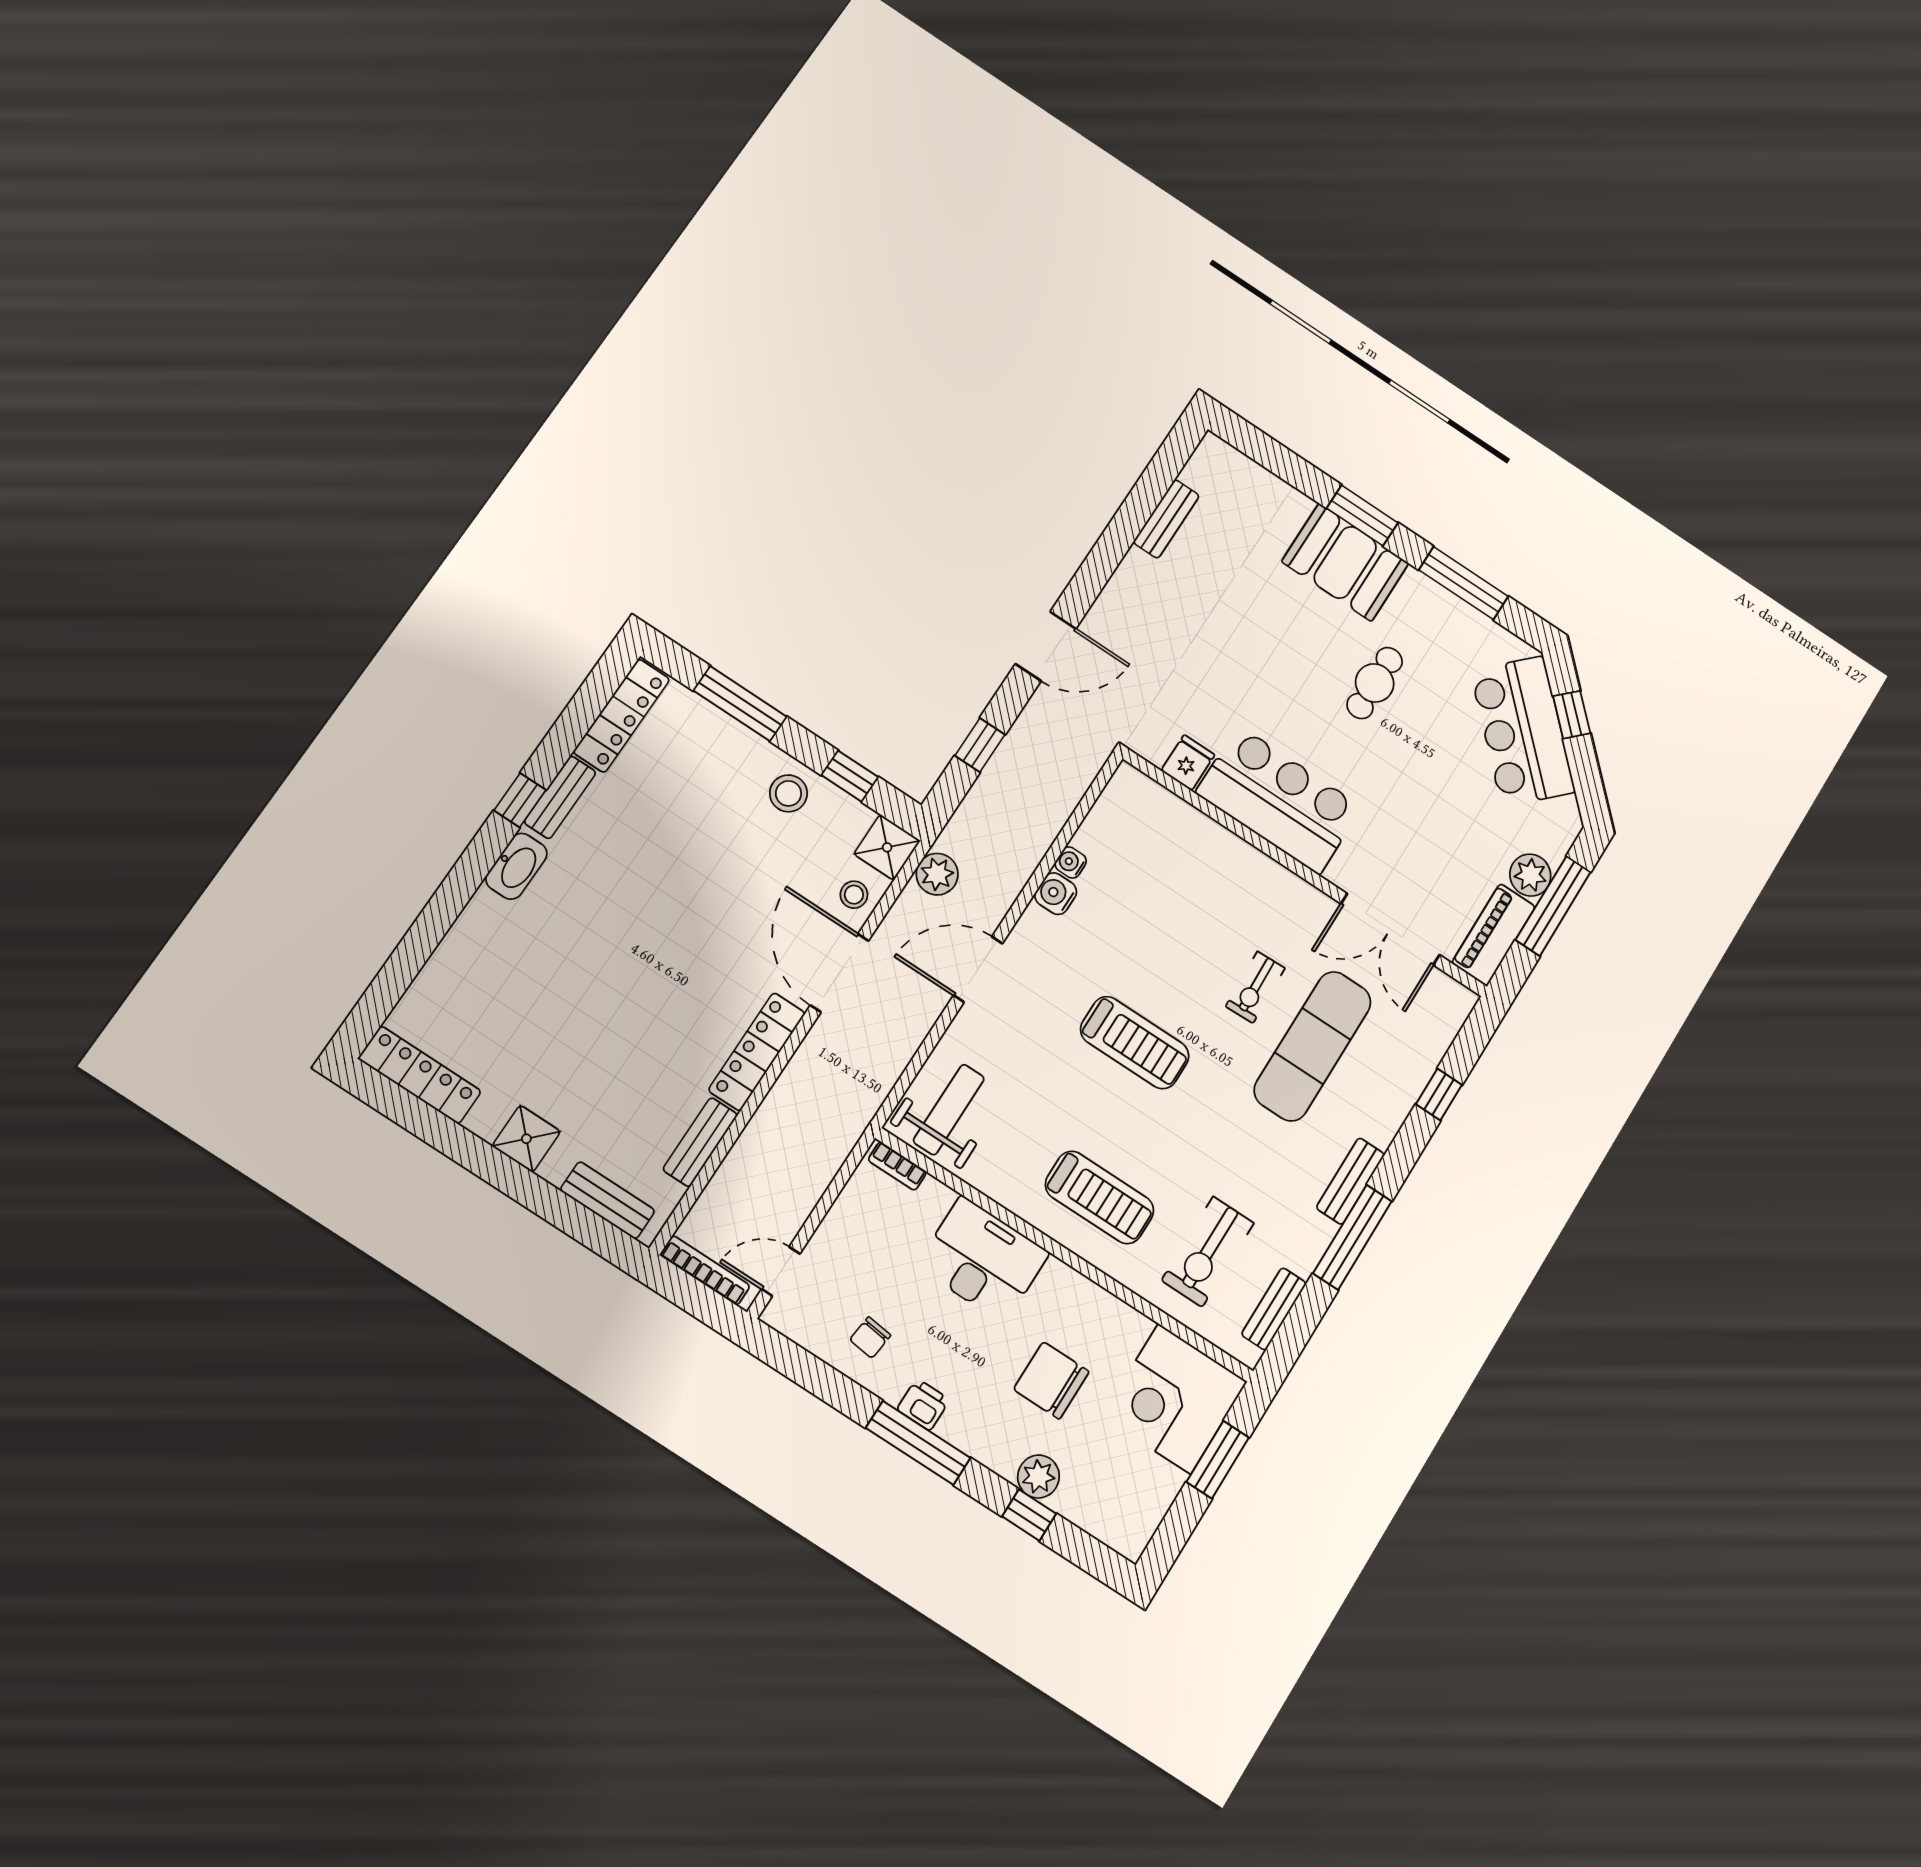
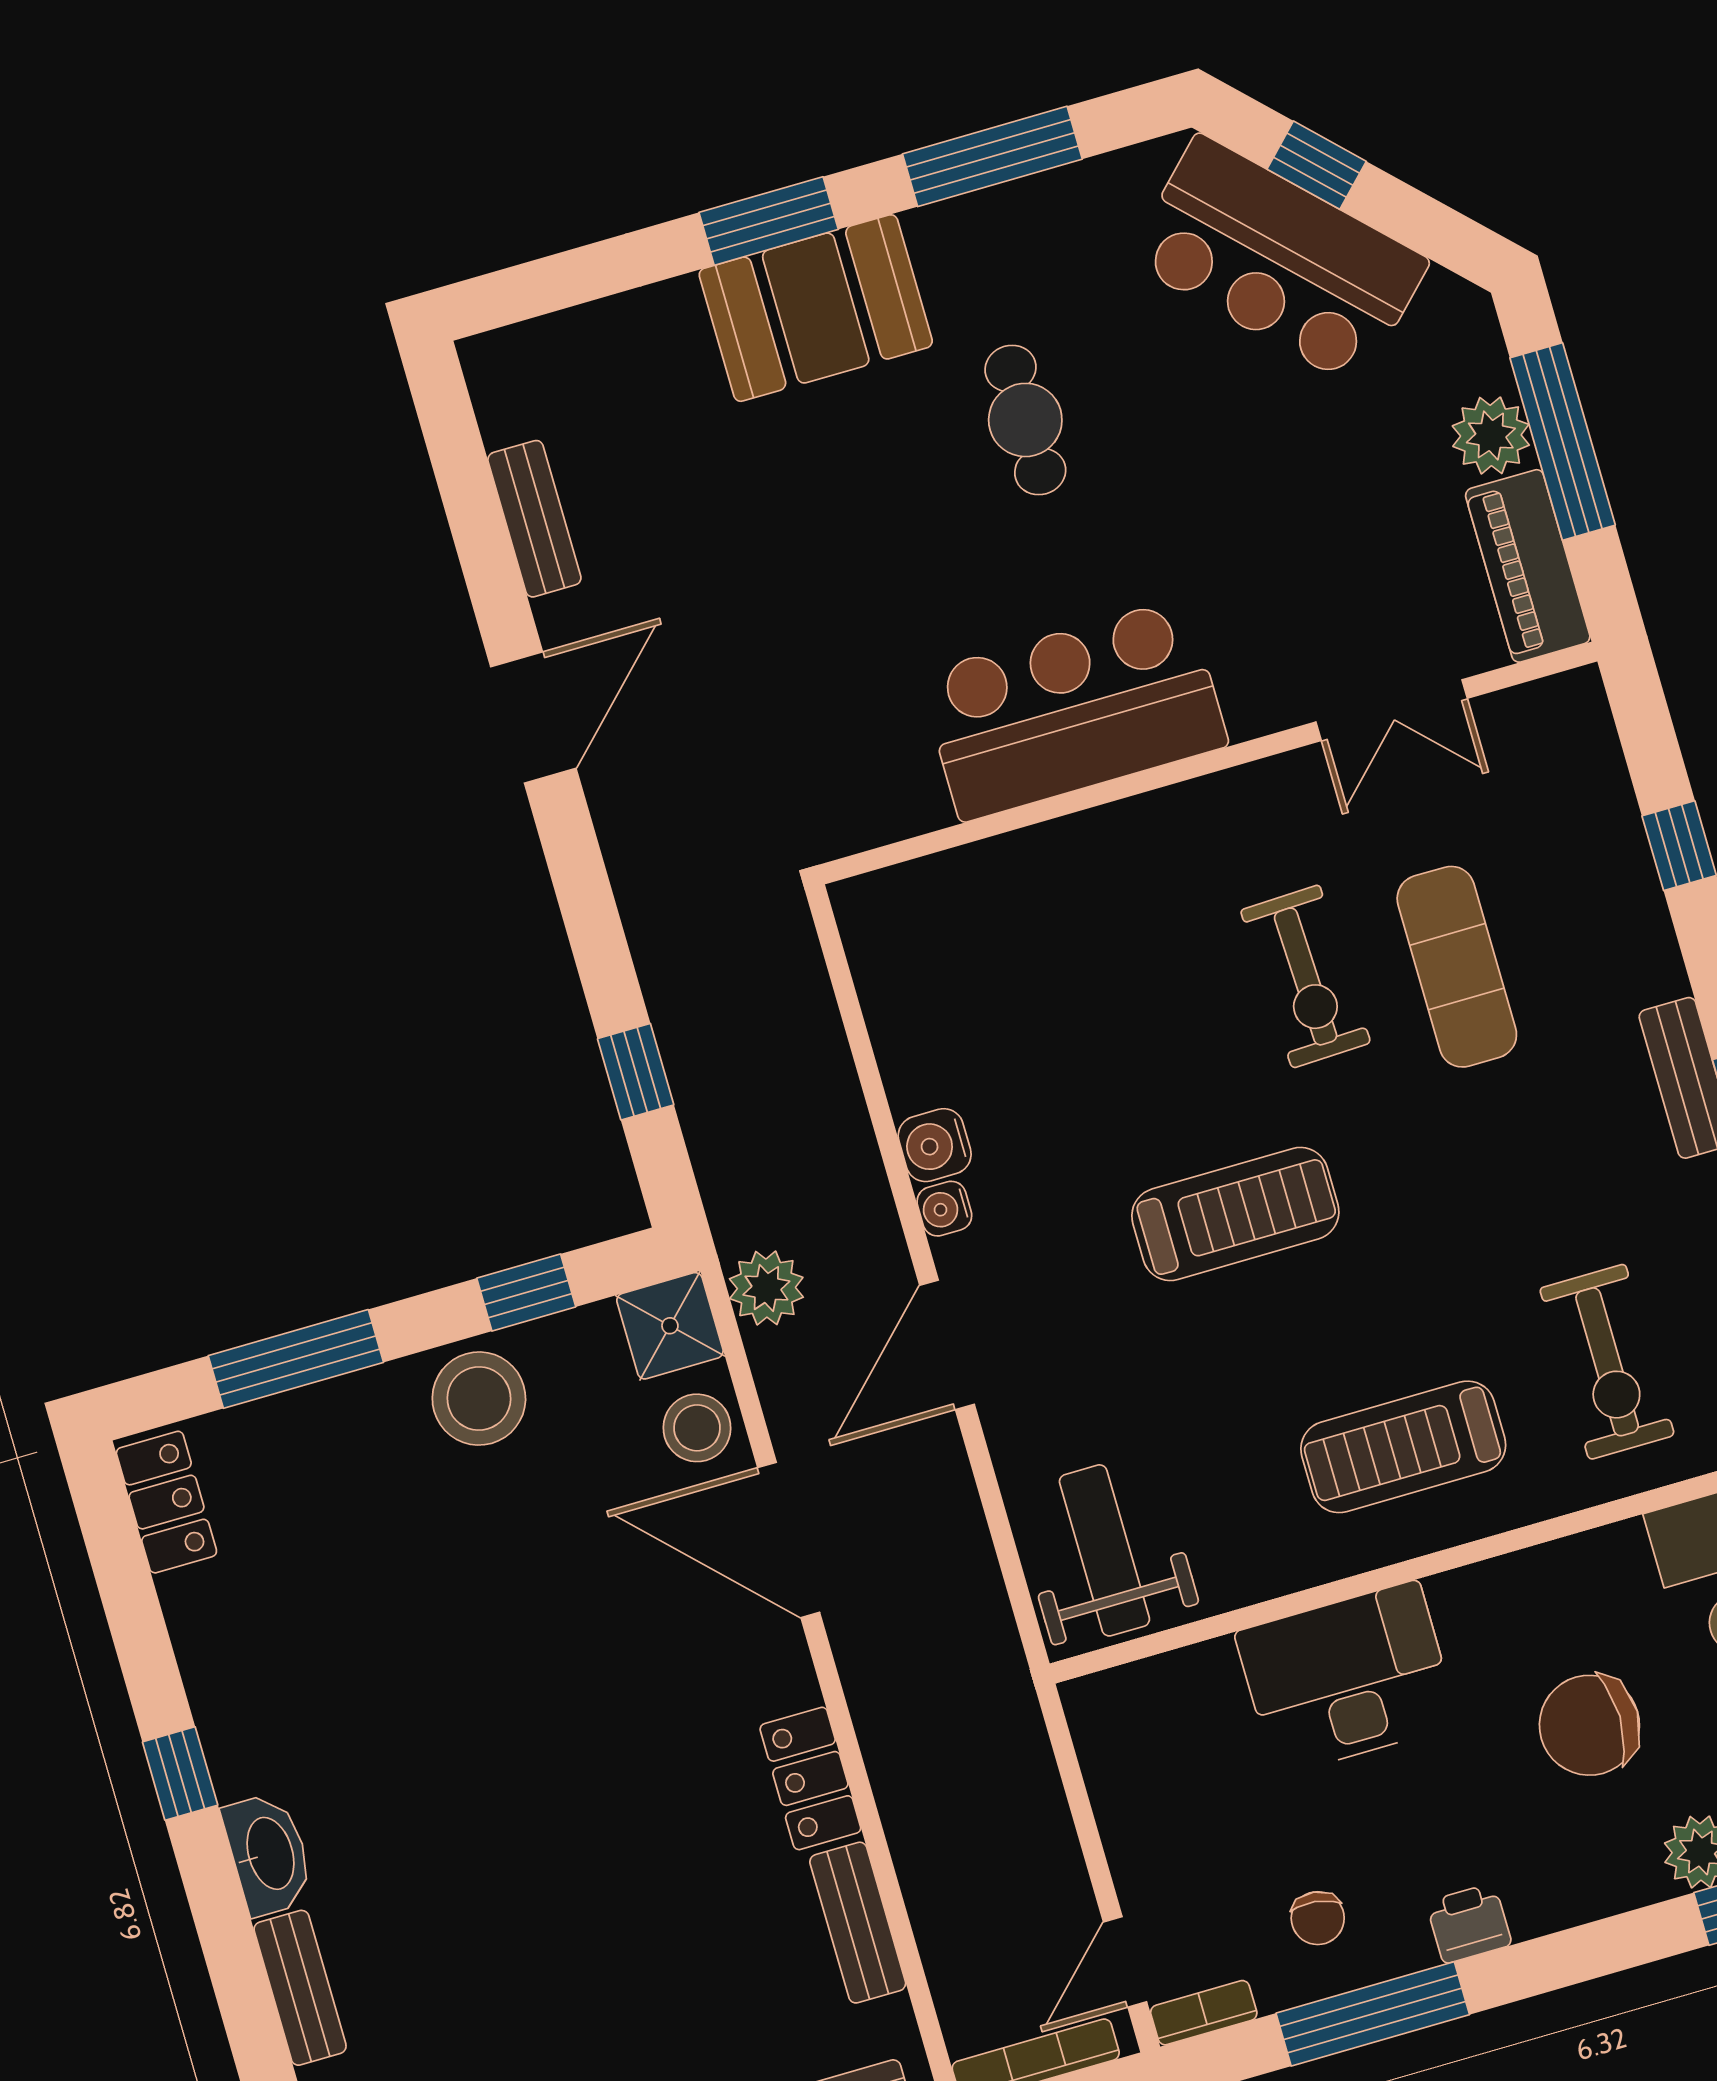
door: (1046, 646) -> (533, 718), moved
locker: (622, 716) -> (166, 1502), width x0.66
fridge: (1188, 763) -> (910, 795), removed
stool: (788, 793) -> (479, 1399), width x1.38, depth x1.38
bench: (560, 797) -> (300, 1988), moved
water cooler: (1071, 862) -> (944, 1209), moved
stool: (854, 895) -> (697, 1428), width x1.37, depth x1.37
double door: (1390, 929) -> (1392, 710), width x0.73
exercise bike: (1255, 987) -> (1306, 976), width x1.38, depth x1.39
exercise mat: (1313, 1046) -> (1457, 967), width x0.73, depth x0.69
locker: (757, 1052) -> (810, 1778), width x0.66
bookcase: (897, 1166) -> (1204, 2013), moved, turned 180
treadmill: (1100, 1197) -> (1403, 1447), turned 180
window: (918, 1443) -> (1373, 2014), moved

